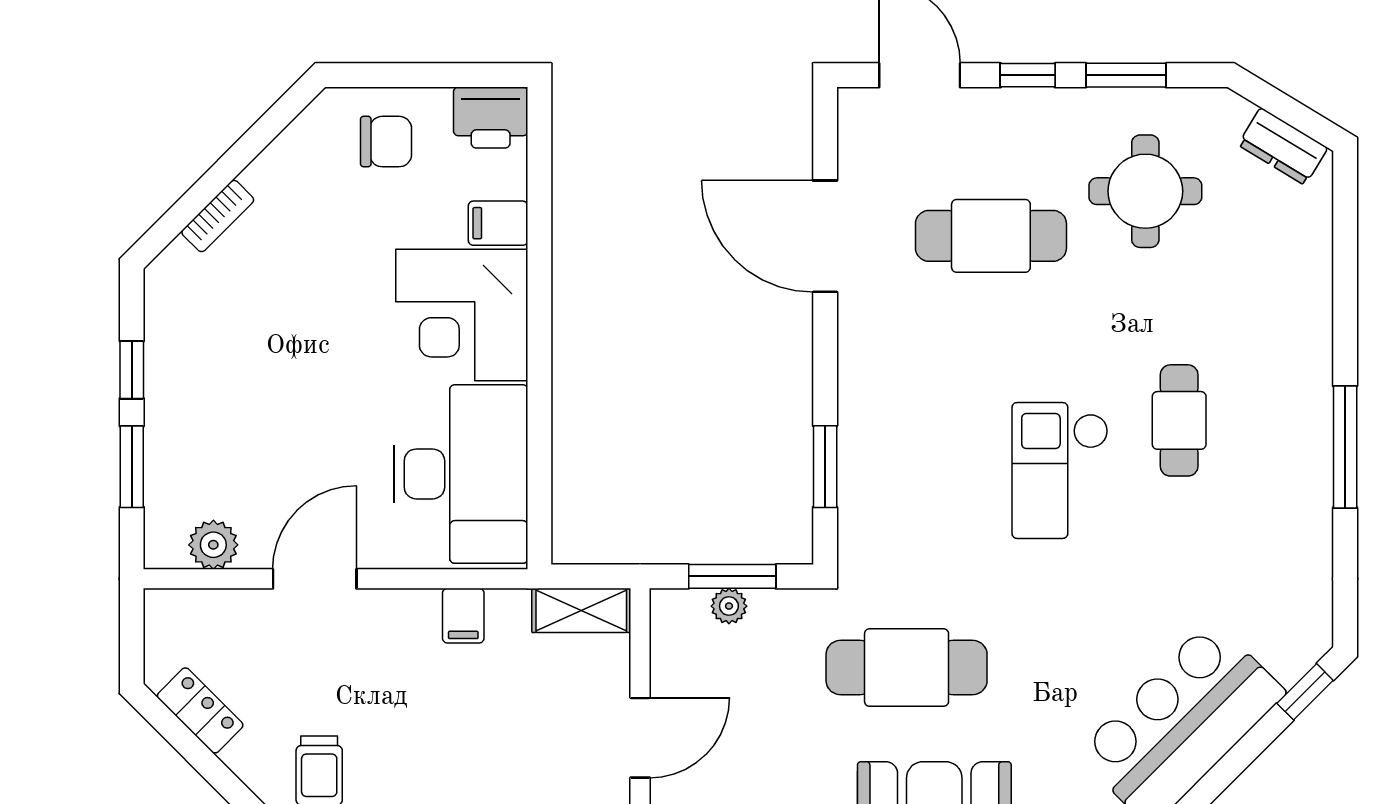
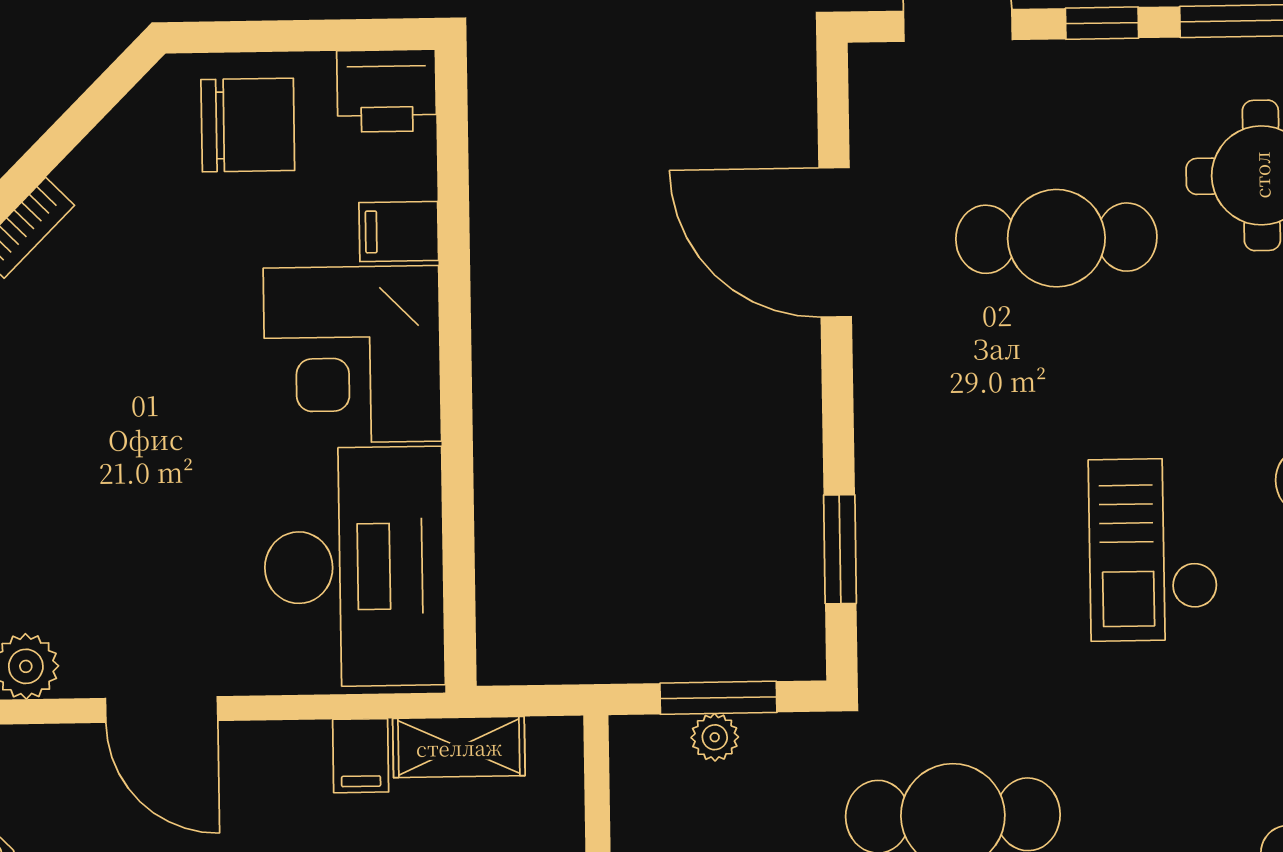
chair: (386, 142) -> (248, 125), width x1.37, depth x1.37
door: (315, 579) -> (162, 710), swing flipped
shelving: (581, 610) -> (459, 747), moved

